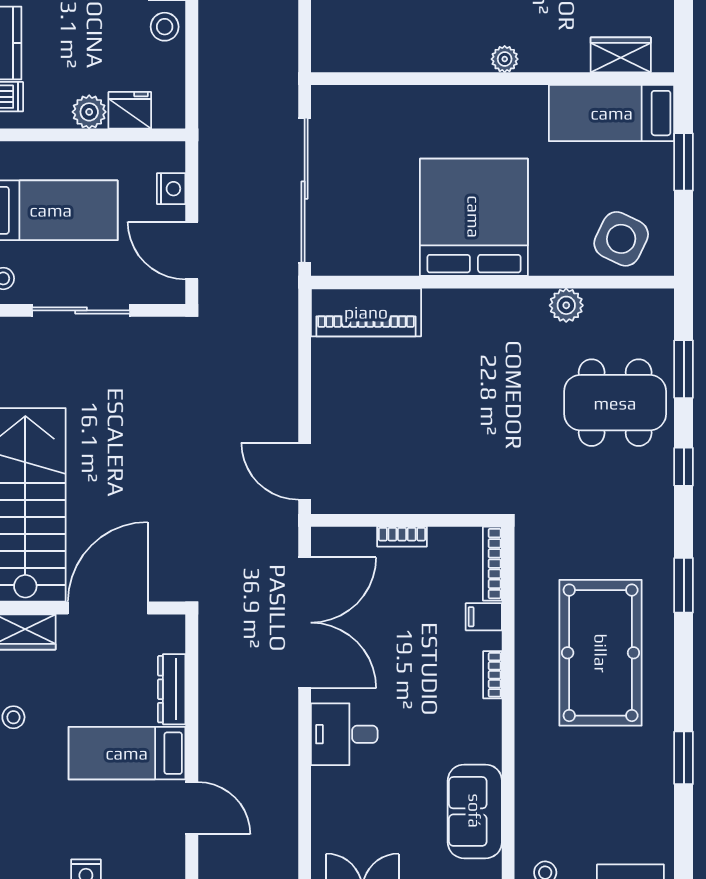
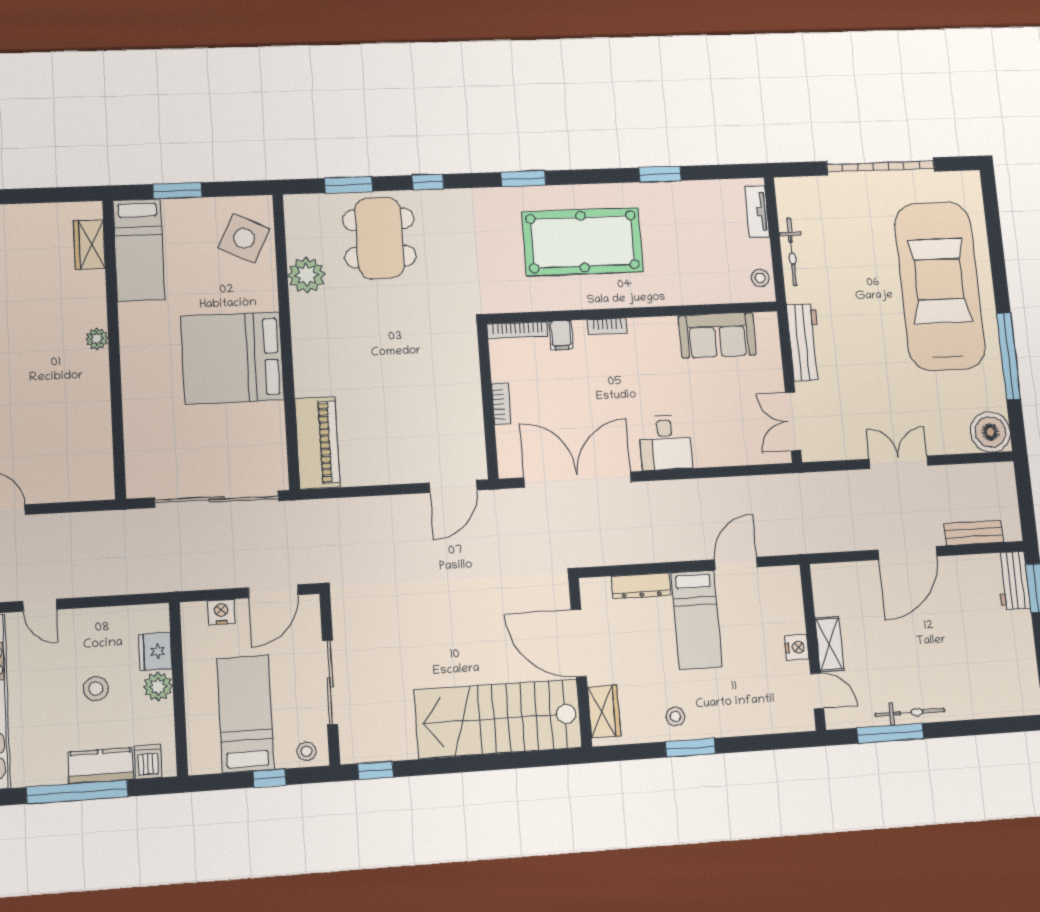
stool: (165, 27) -> (96, 689), moved
plant: (566, 305) -> (306, 275), width x1.36, depth x1.36

